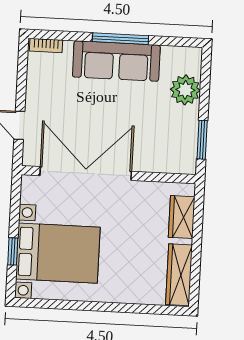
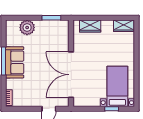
sofa: (116, 61) -> (15, 62), width x0.73
bed with nightstands: (58, 253) -> (117, 86), width x0.73
wardrobe: (179, 275) -> (124, 26), width x0.67

